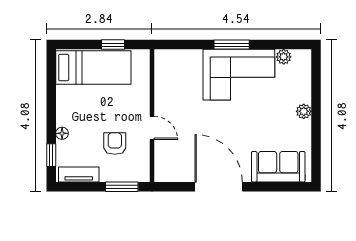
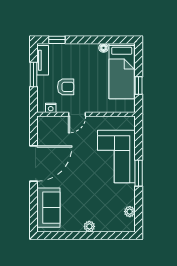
corner sofa: (239, 75) -> (116, 157), moved
floor lamp: (62, 133) -> (104, 48), moved
nightstand: (143, 164) -> (51, 108), added
window: (122, 187) -> (34, 75), moved

